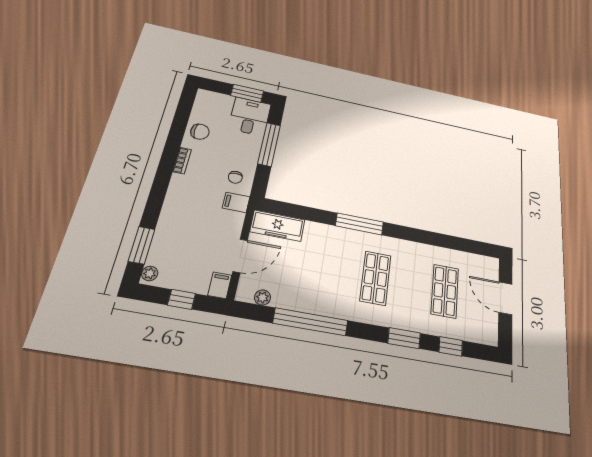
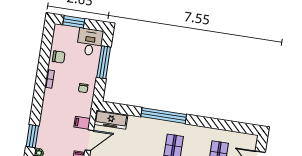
window: (247, 93) -> (74, 22), moved
filing cabinet: (236, 202) -> (82, 123), moved
window: (360, 224) -> (164, 116), width x1.46

